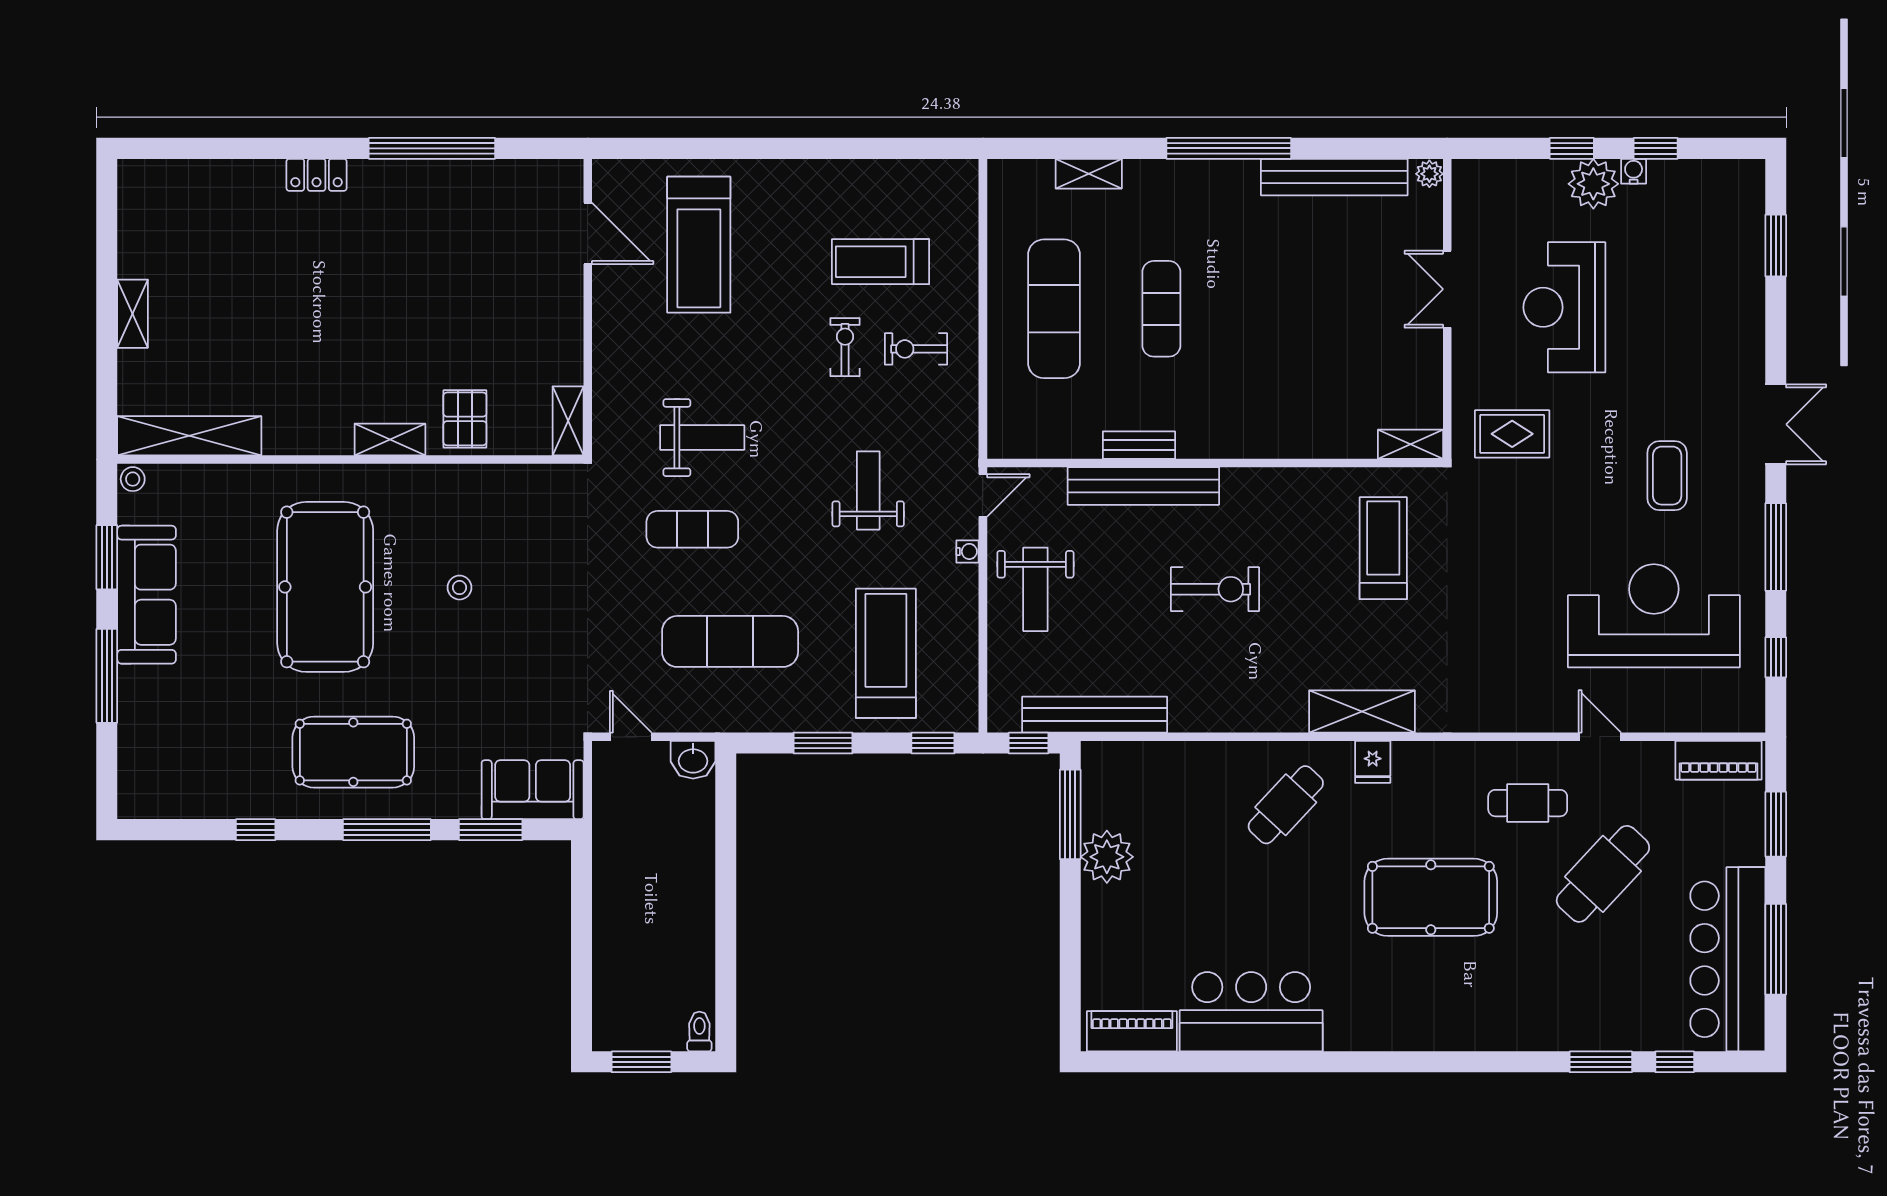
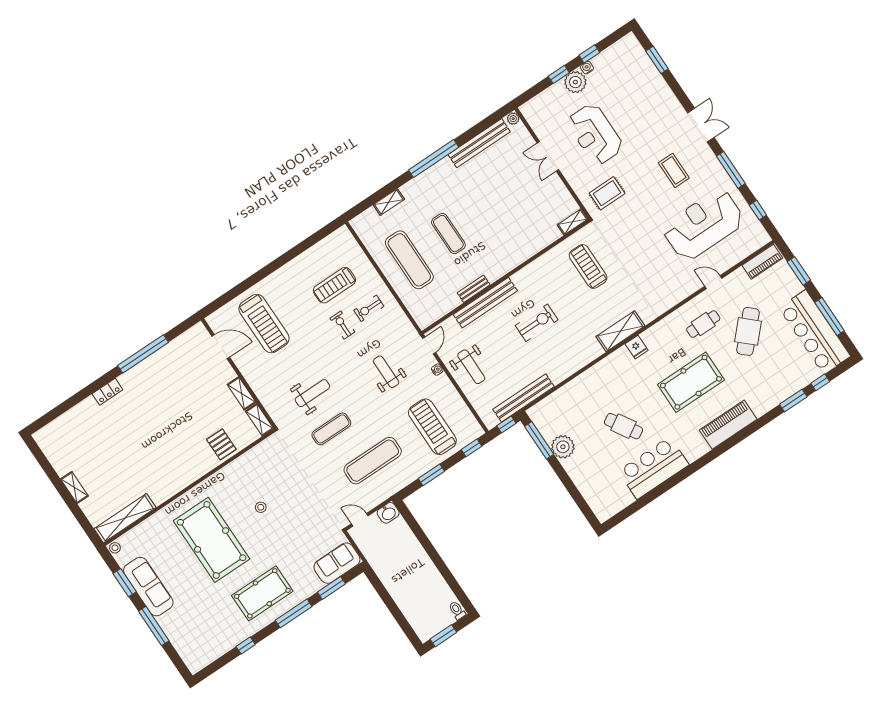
shelving: (390, 439) -> (242, 393), moved, turned 90
cafe table: (1286, 805) -> (624, 426), moved, turned -74
piano: (1132, 1031) -> (728, 425), moved, width x1.37, depth x1.33

